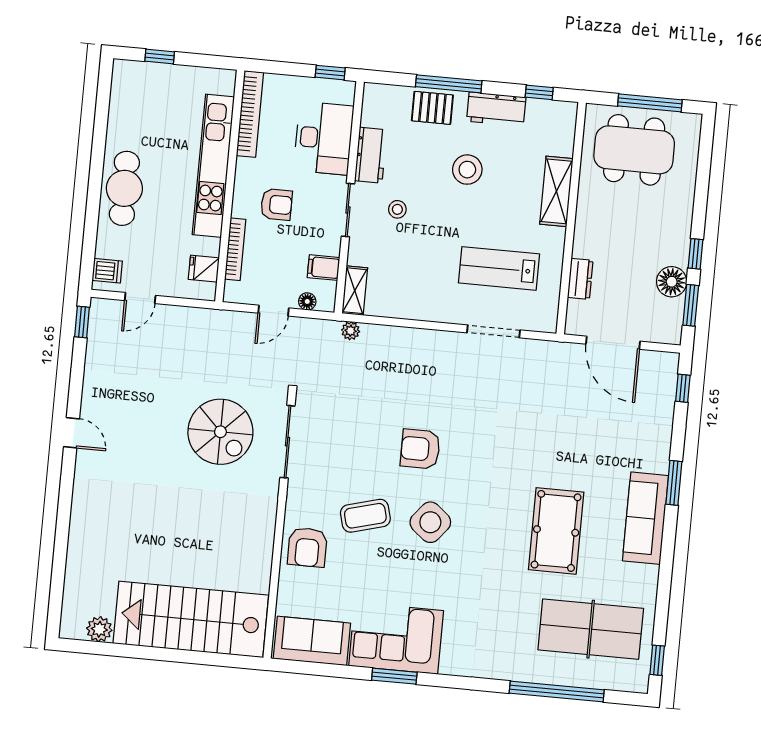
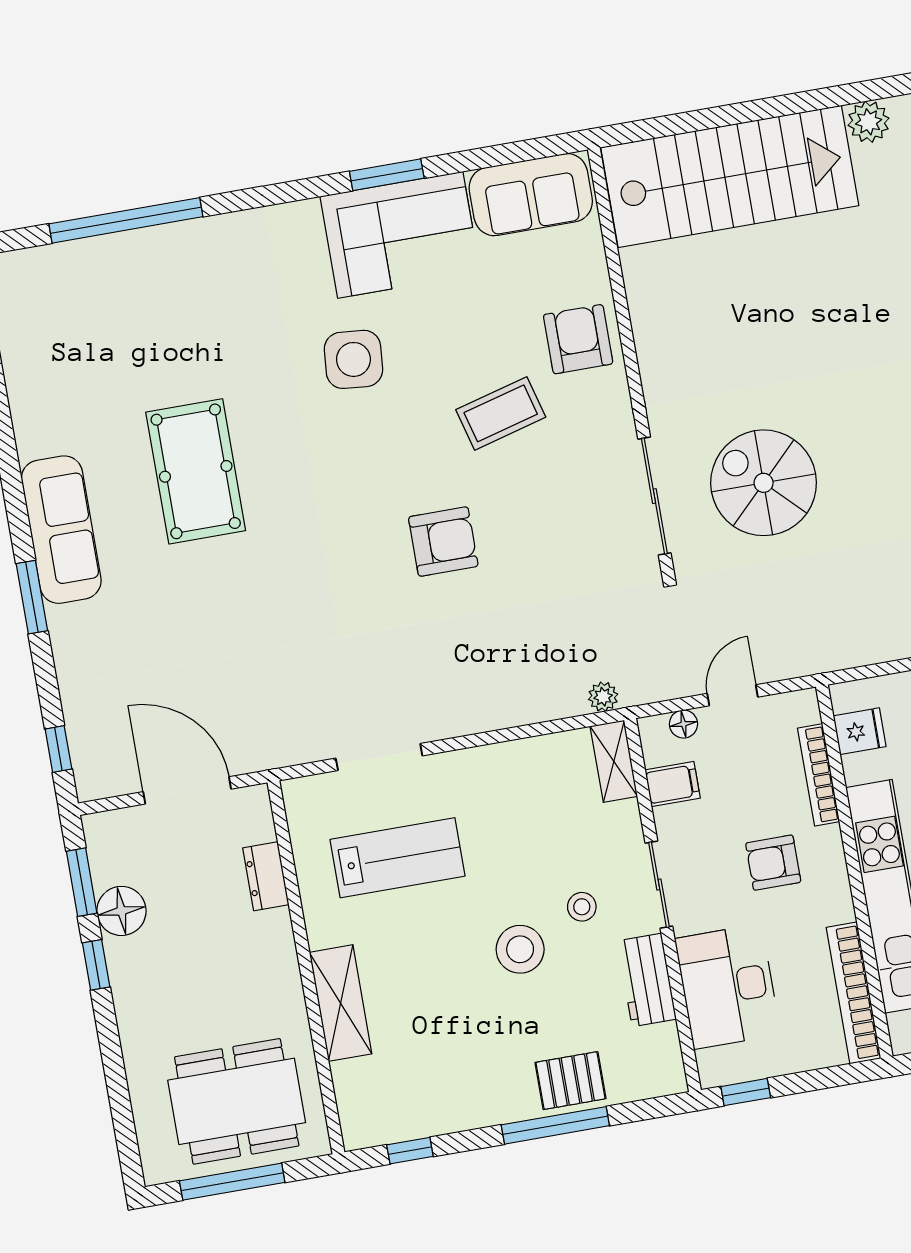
workbench: (496, 109) -> (470, 1106), removed
stool: (467, 170) -> (520, 949), moved
side table: (430, 522) -> (353, 359), moved, turned -34
table tennis table: (591, 629) -> (99, 332), removed

